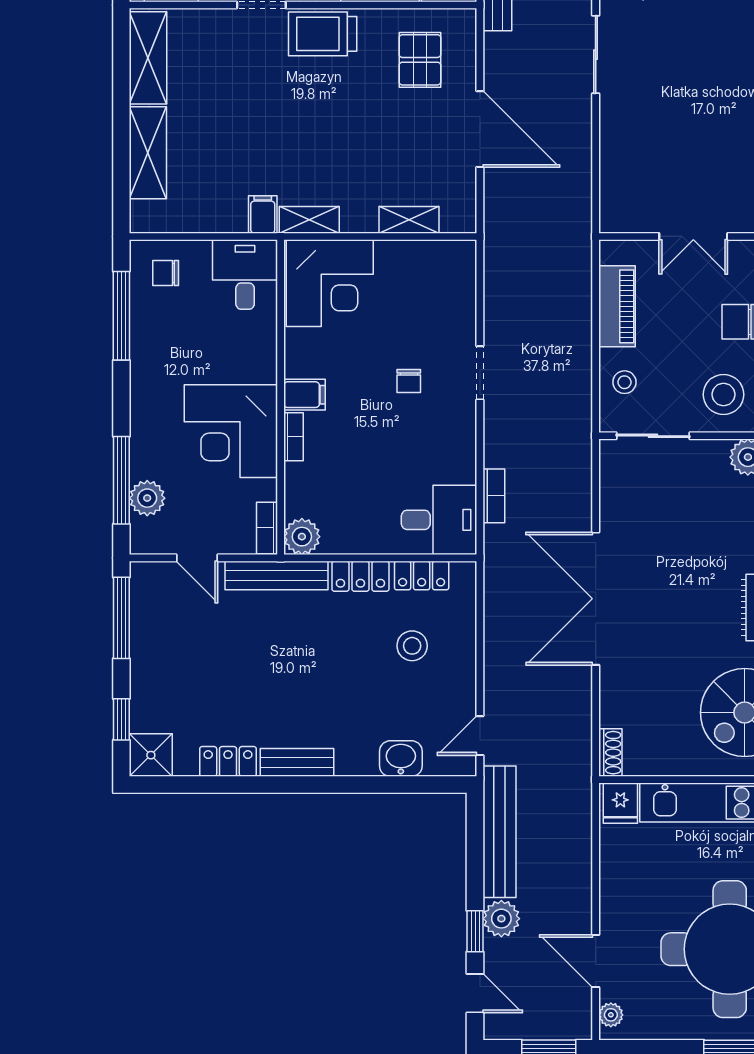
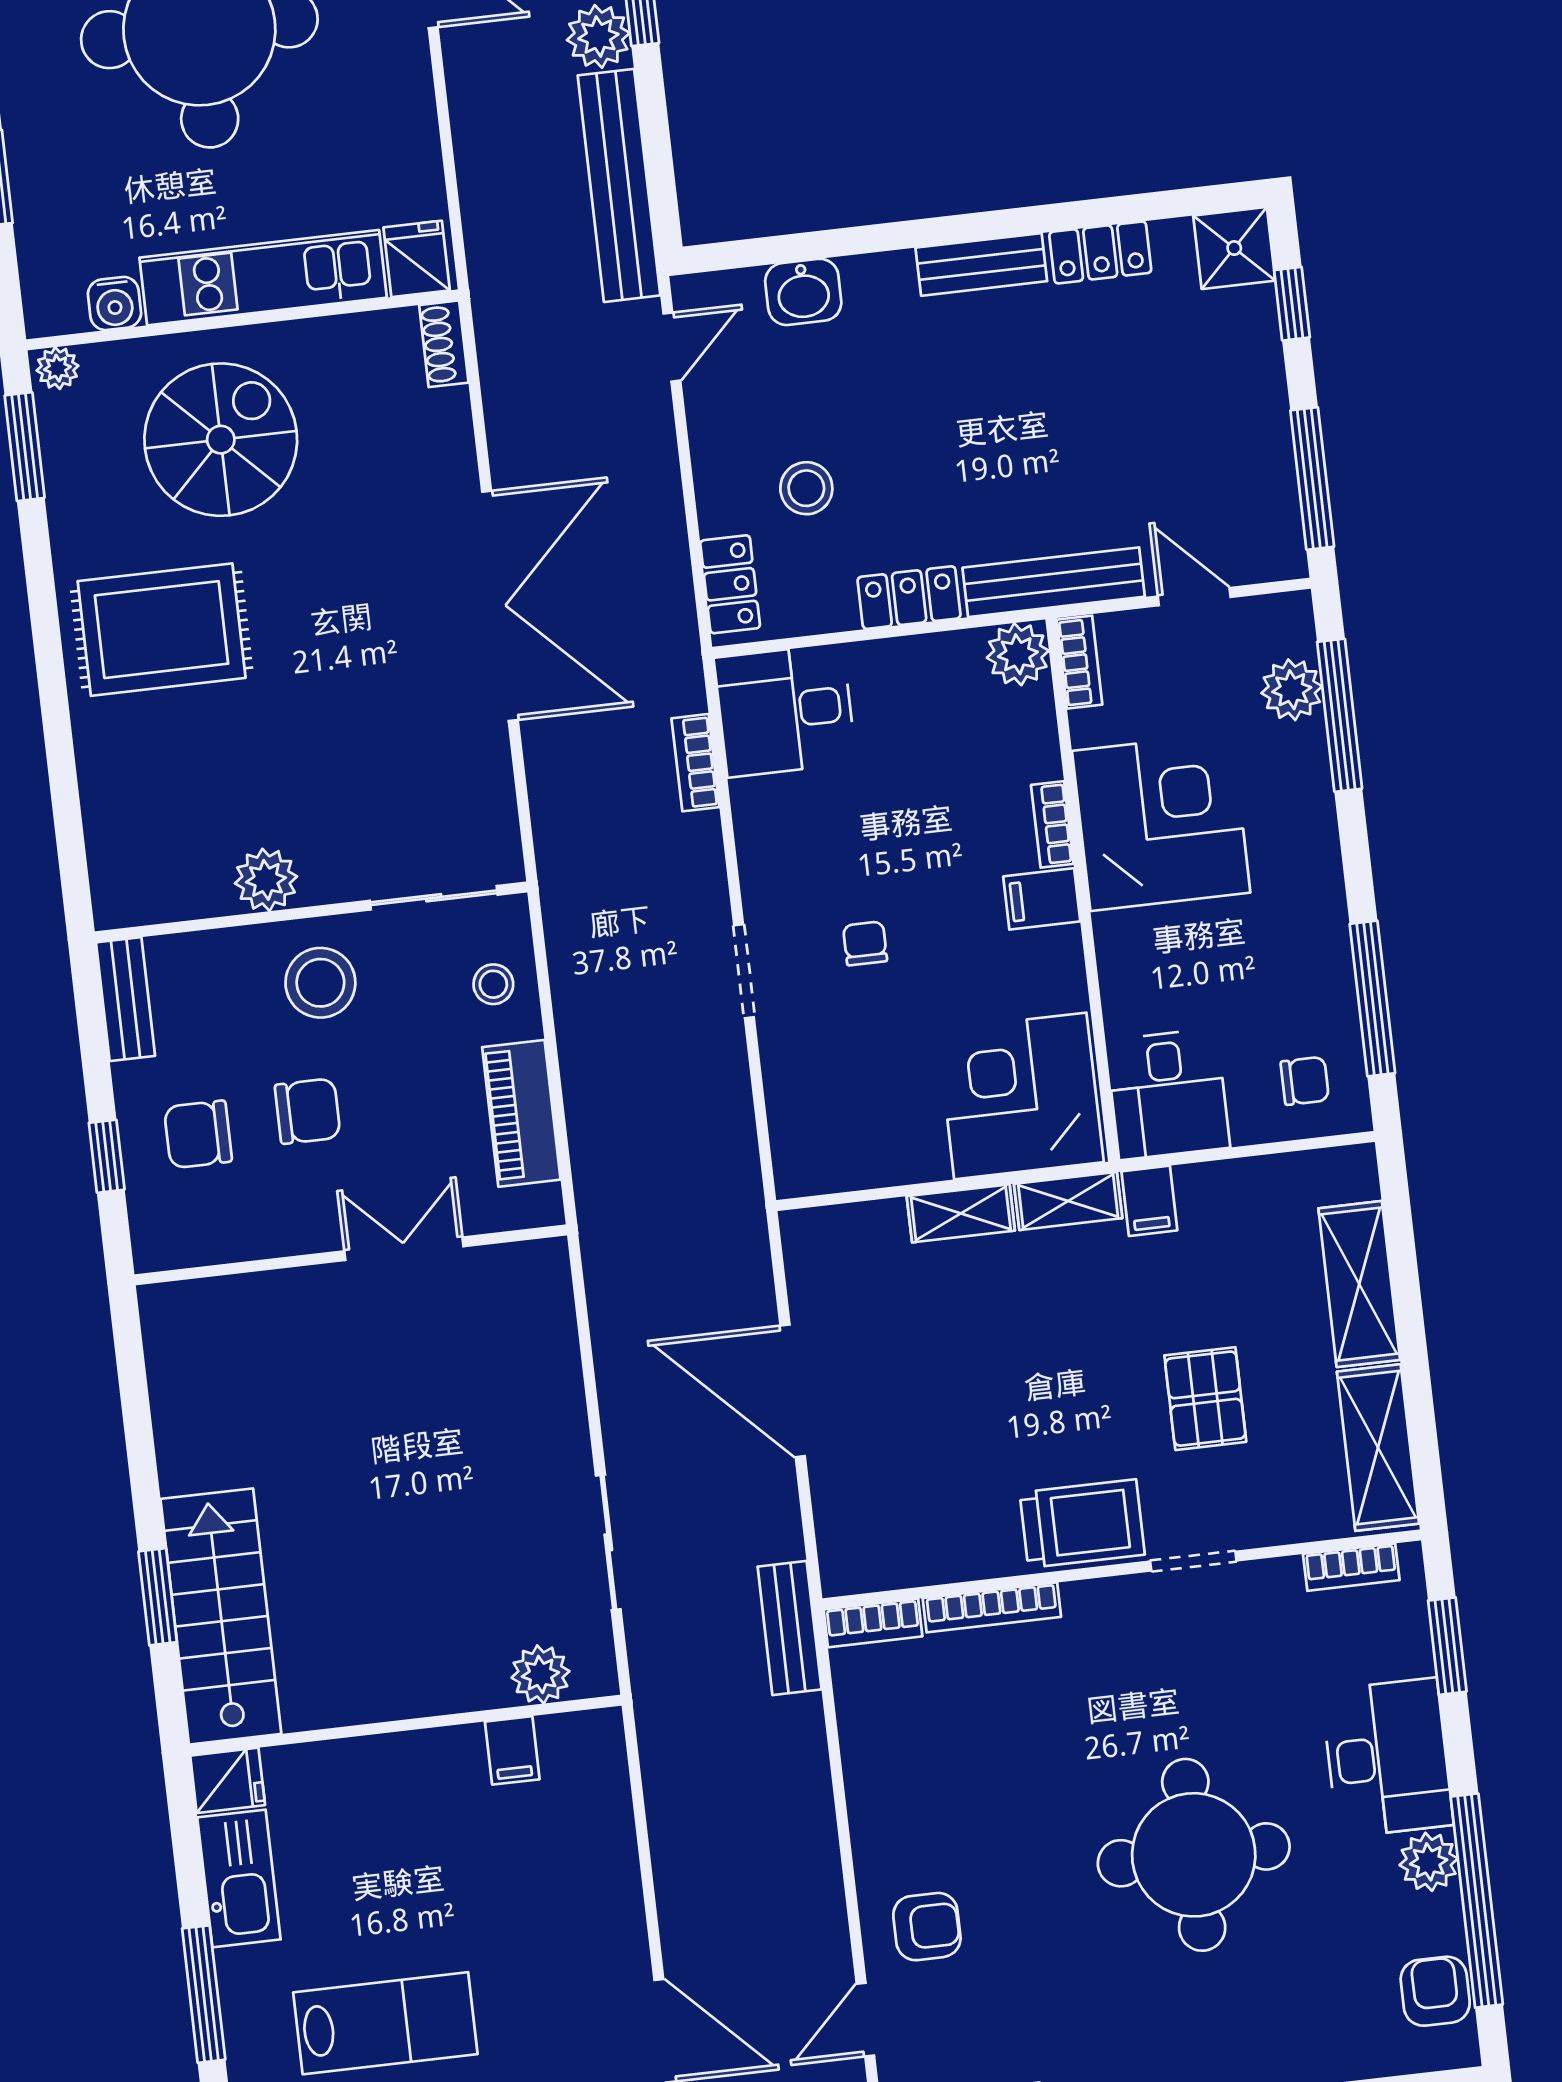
pallet: (420, 60) -> (1205, 1399), moved
shelving: (409, 220) -> (961, 1213), moved
locker: (422, 576) -> (730, 584), moved, turned 90

